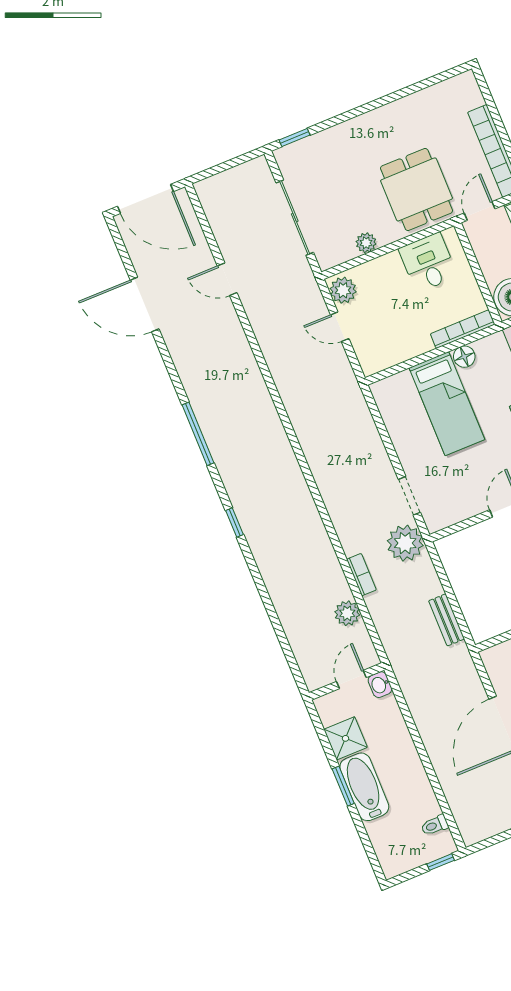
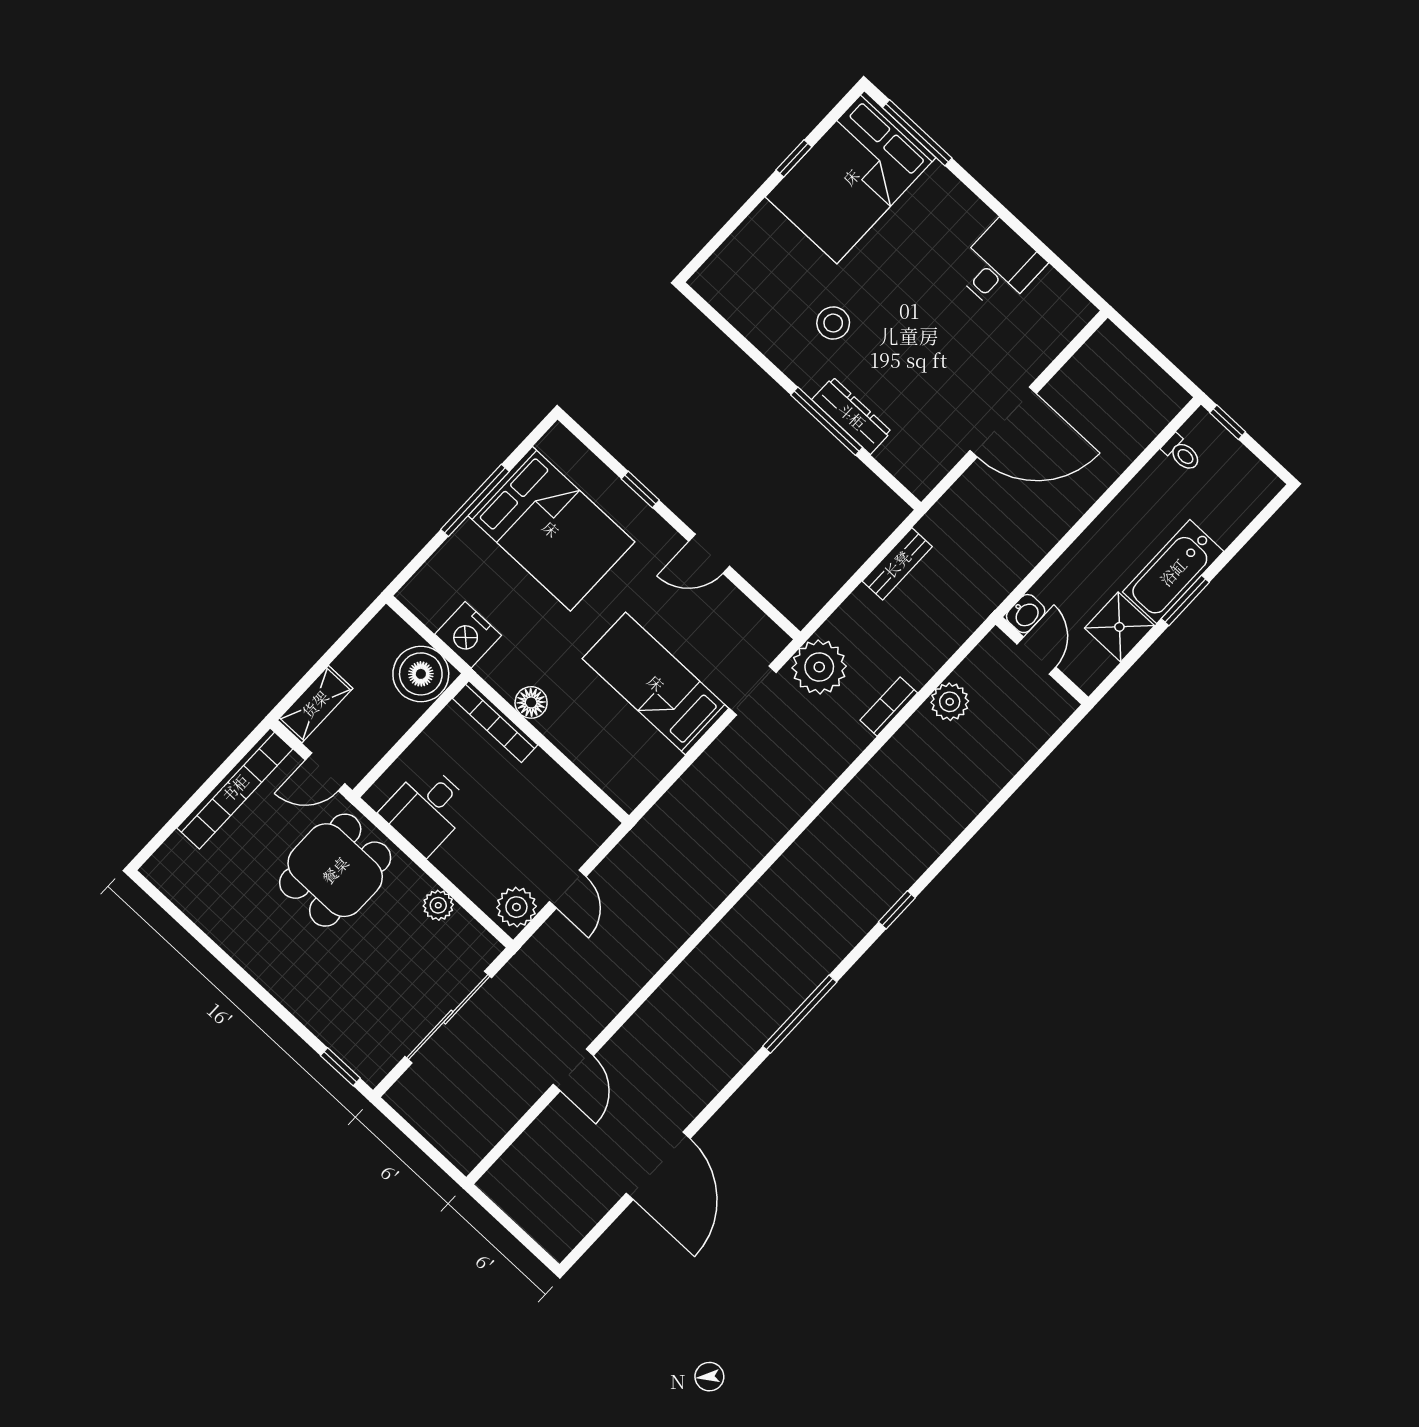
door: (145, 199) -> (515, 1230), removed
bed: (447, 404) -> (656, 683), moved, turned -90
door: (351, 679) -> (1036, 655), swing flipped

